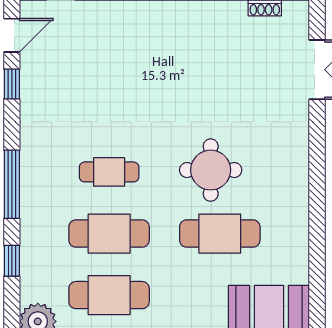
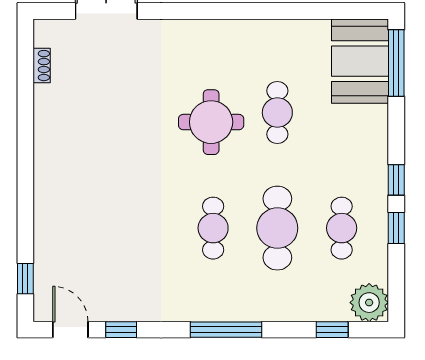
cafe table: (220, 234) -> (277, 113), width x0.73, depth x0.74
window: (12, 261) -> (332, 330), moved
cafe table: (109, 295) -> (342, 228), width x0.73, depth x0.74

